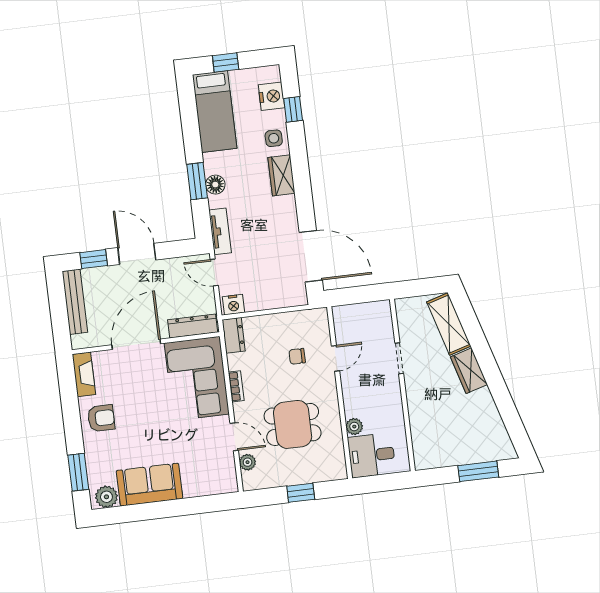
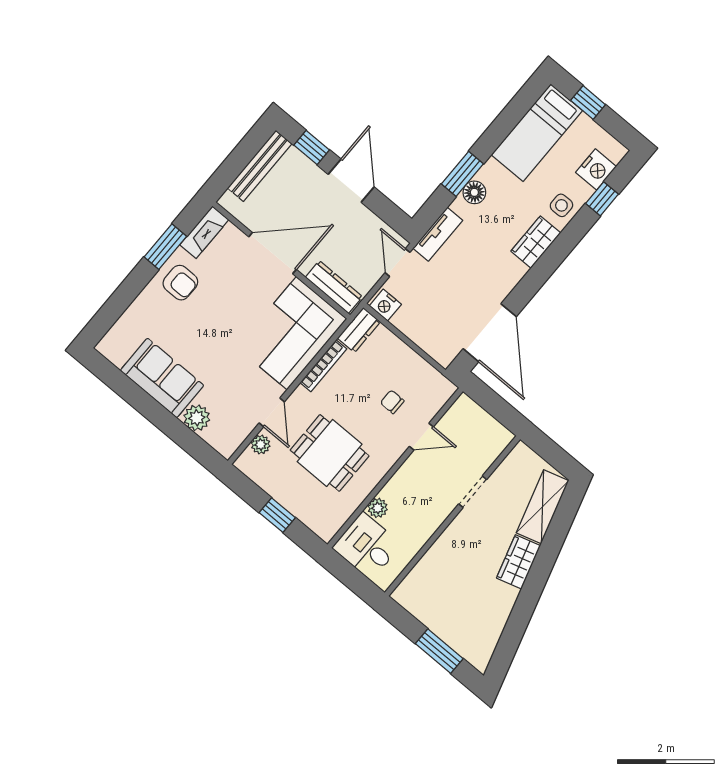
bookcase: (236, 386) -> (323, 366), width x1.56
window: (78, 472) -> (165, 247), moved
plant: (106, 497) -> (197, 418), moved

